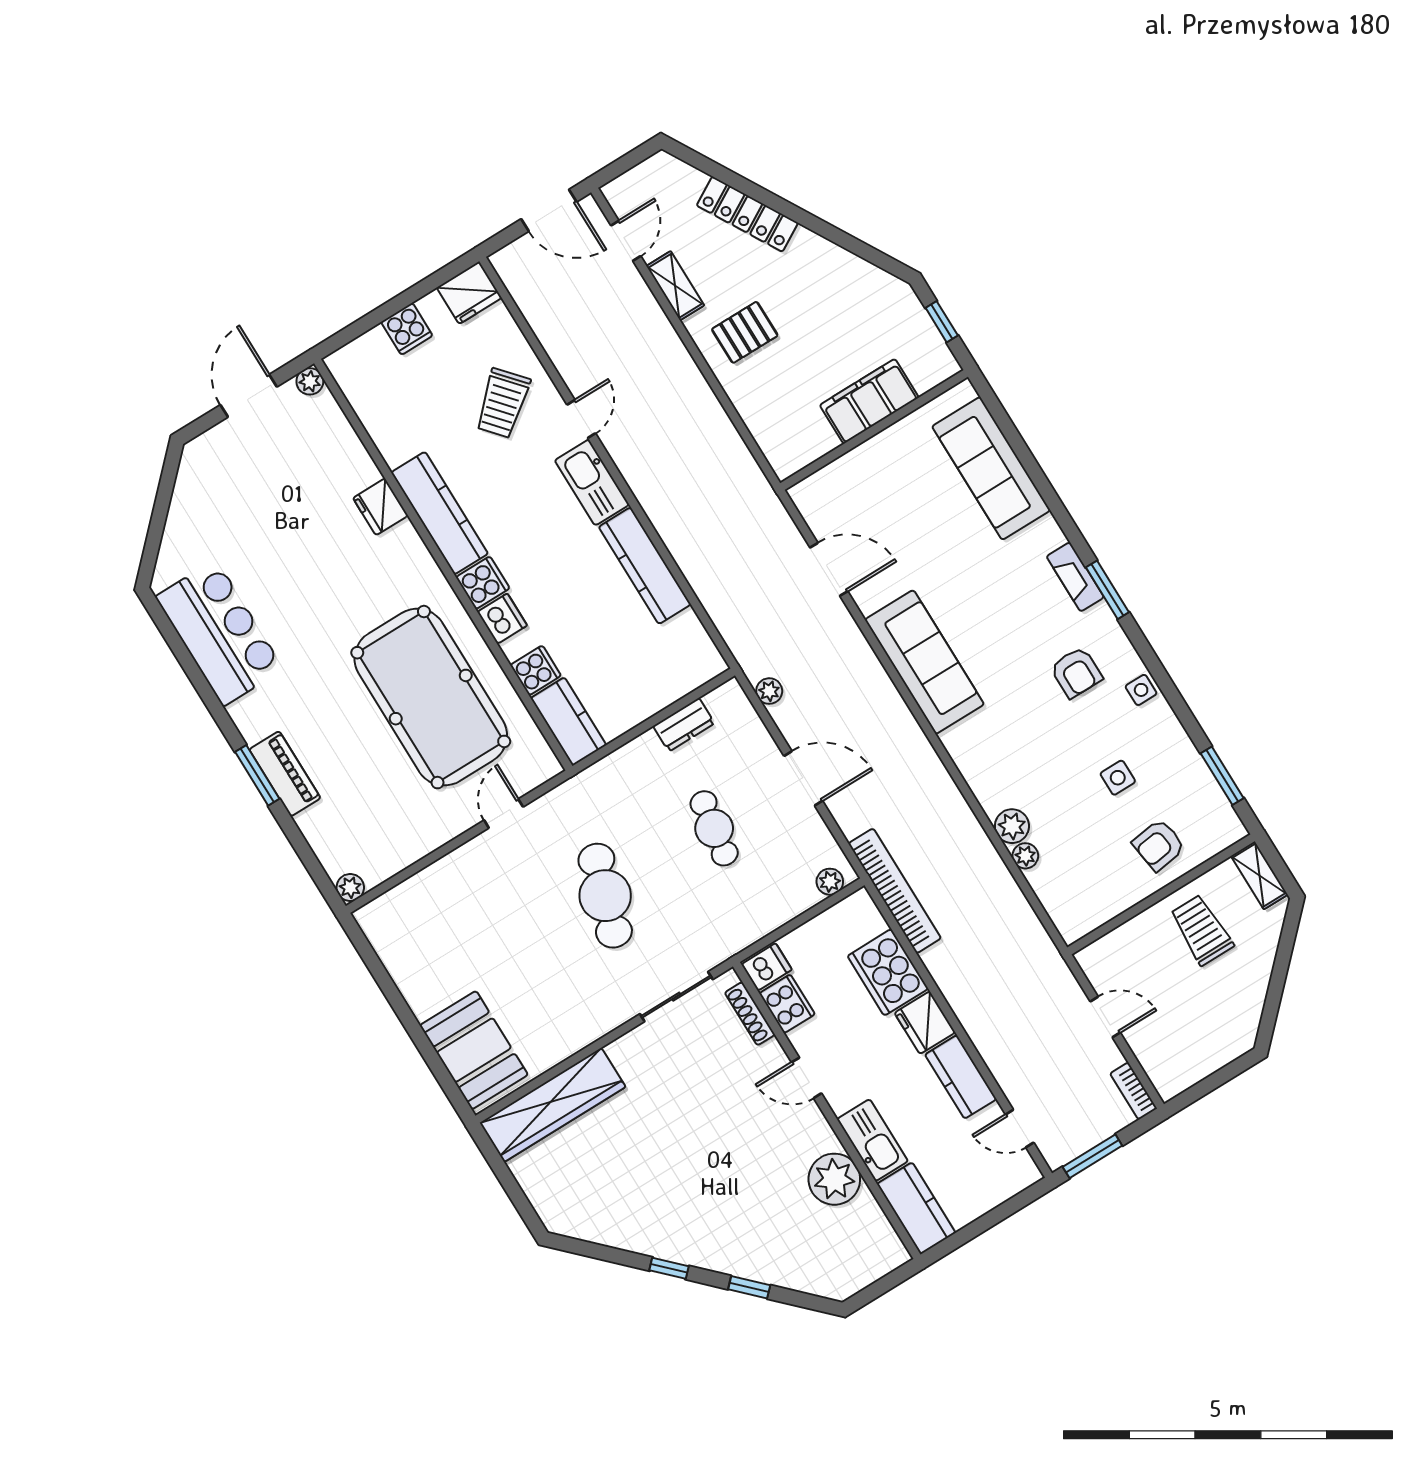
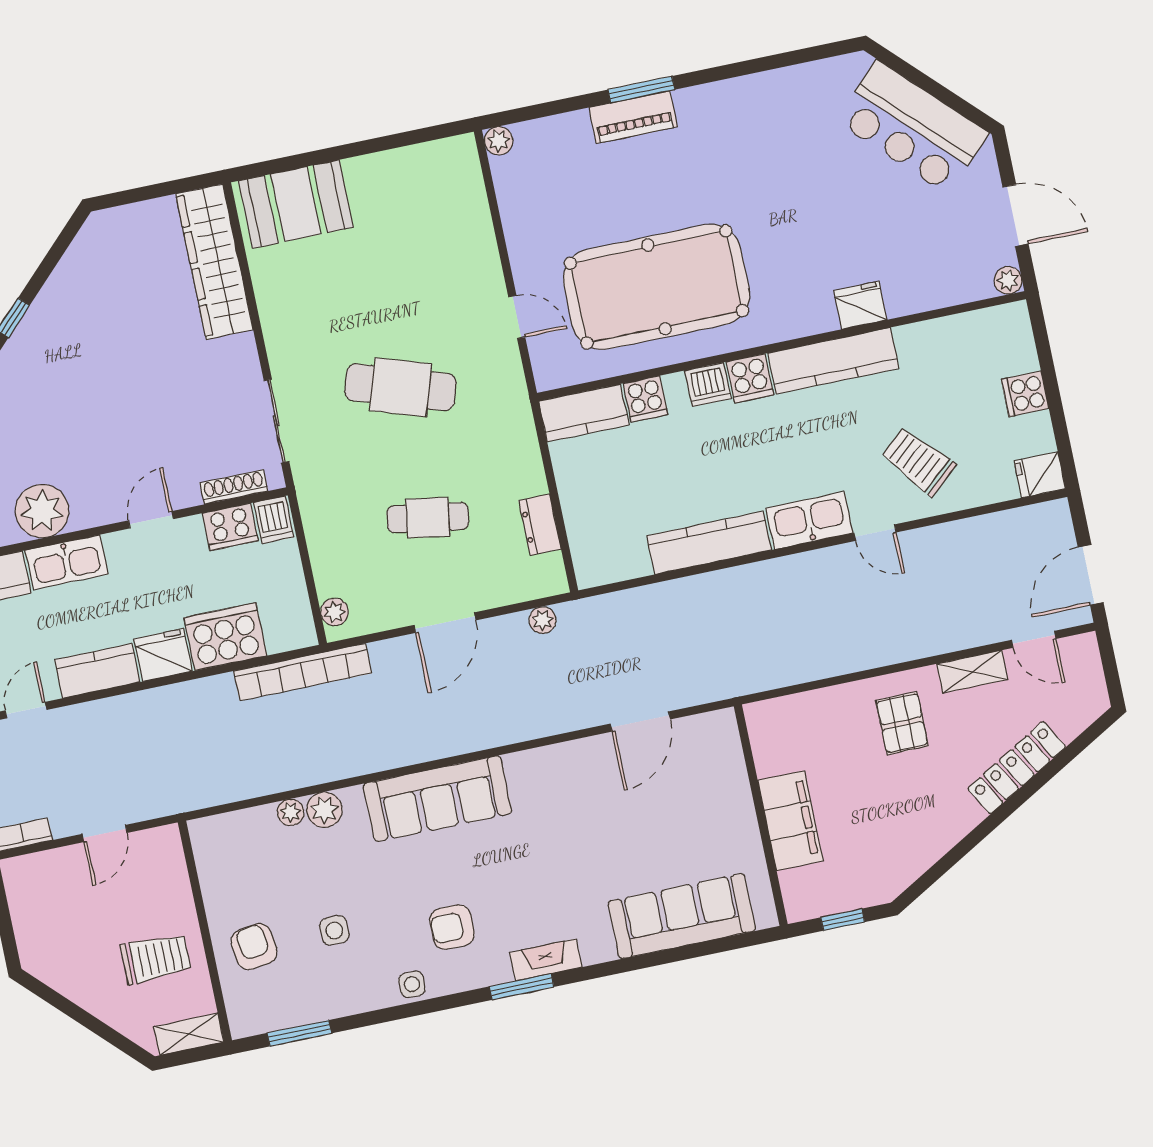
fridge: (469, 293) -> (1040, 475), width x0.72
bar counter: (219, 633) -> (912, 127), moved, turned 45
sofa: (924, 662) -> (438, 799), moved

